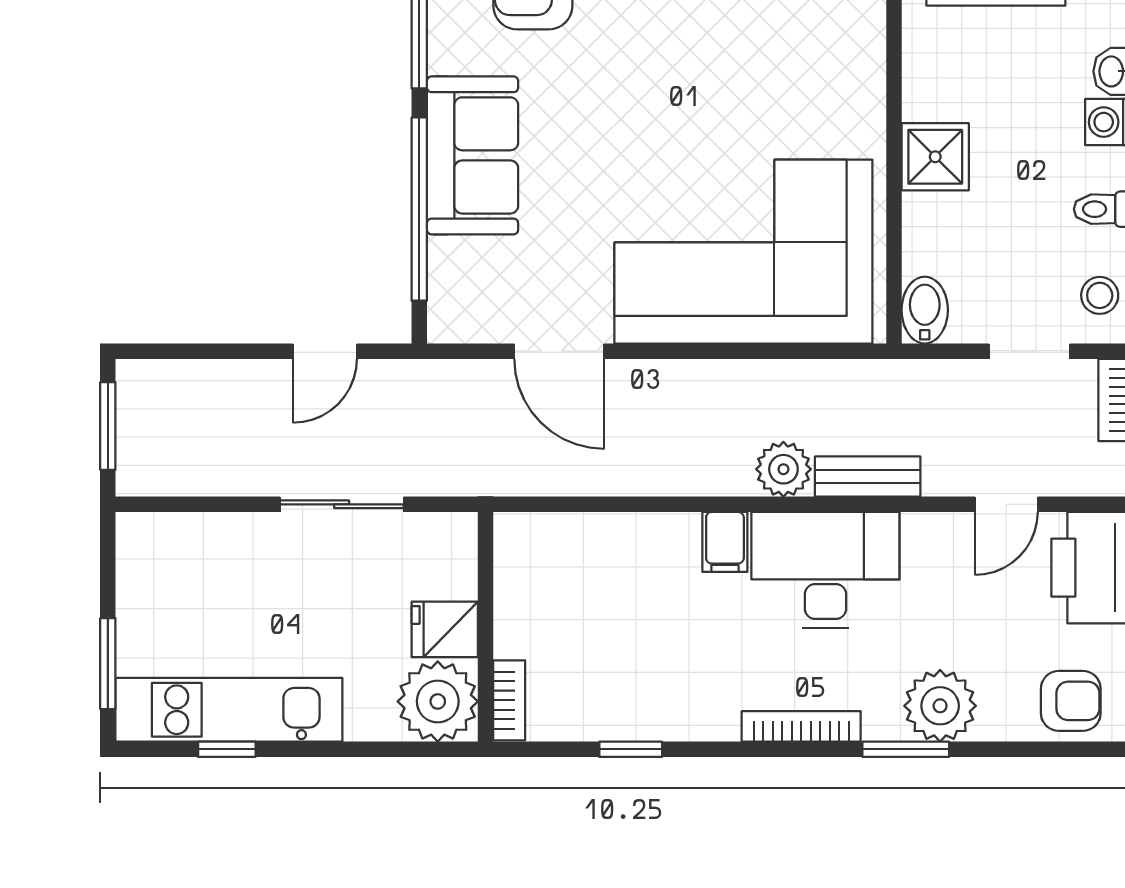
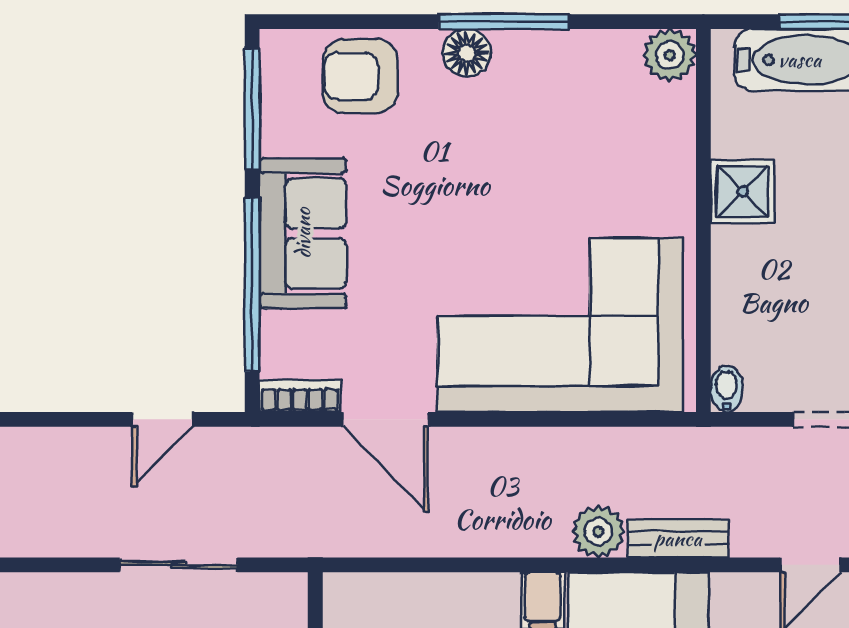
shower: (935, 157) -> (743, 191), moved
bidet: (925, 310) -> (727, 389), width x0.72, depth x0.74
bookcase: (469, 326) -> (300, 396), added

